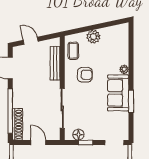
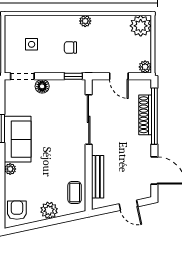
armchair: (85, 75) -> (17, 210), moved, turned 90
shoe rack: (18, 124) -> (145, 115), moved
floor lamp: (78, 135) -> (42, 86), moved
window: (86, 143) -> (73, 76), moved
plant: (18, 150) -> (145, 67), added

